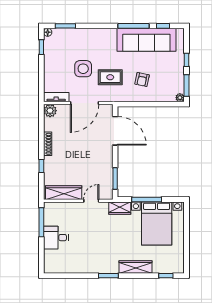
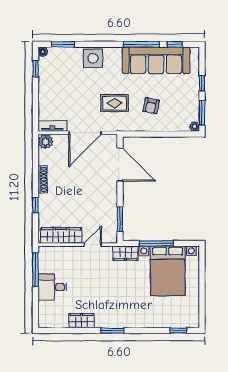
side table: (83, 69) -> (93, 58), moved
wardrobe: (135, 267) -> (82, 321), moved, width x0.67

